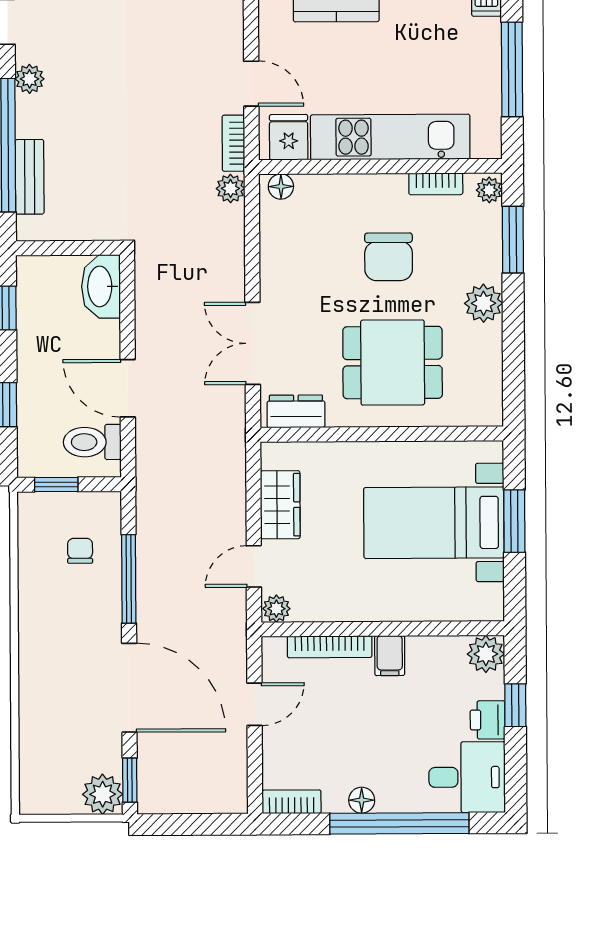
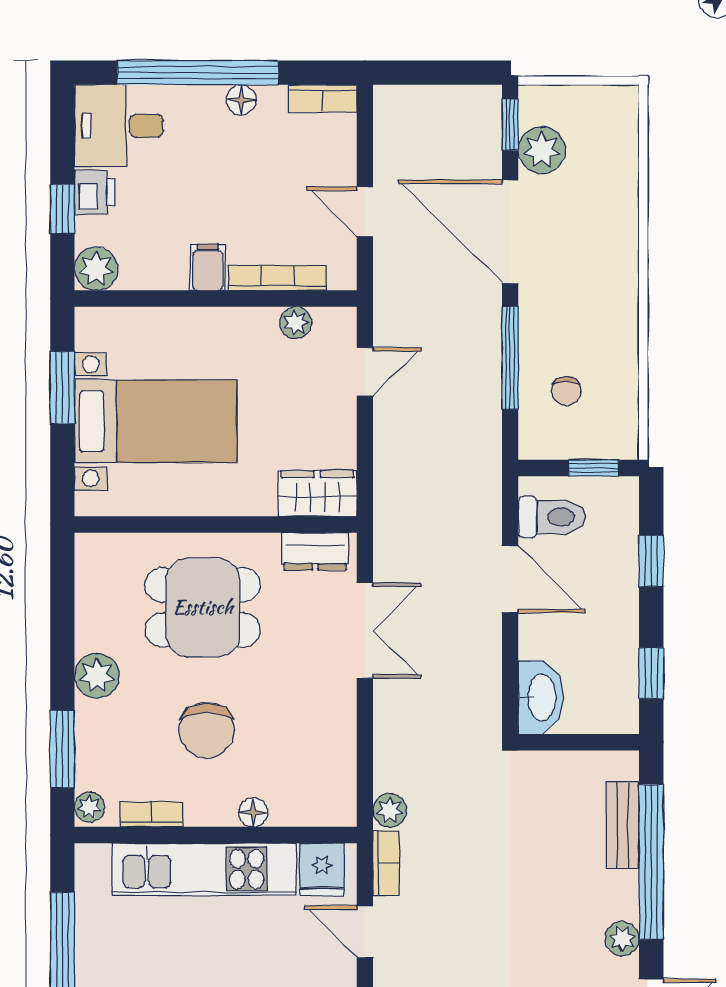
floor lamp: (281, 187) -> (253, 812), moved
chair: (389, 257) -> (207, 730), turned 180
wardrobe: (280, 505) -> (317, 493), moved, turned 90
window: (514, 521) -> (62, 388), moved
plant: (276, 609) -> (296, 323), moved
door: (255, 704) -> (365, 212), hinge flipped
plant: (103, 794) -> (542, 150), moved

